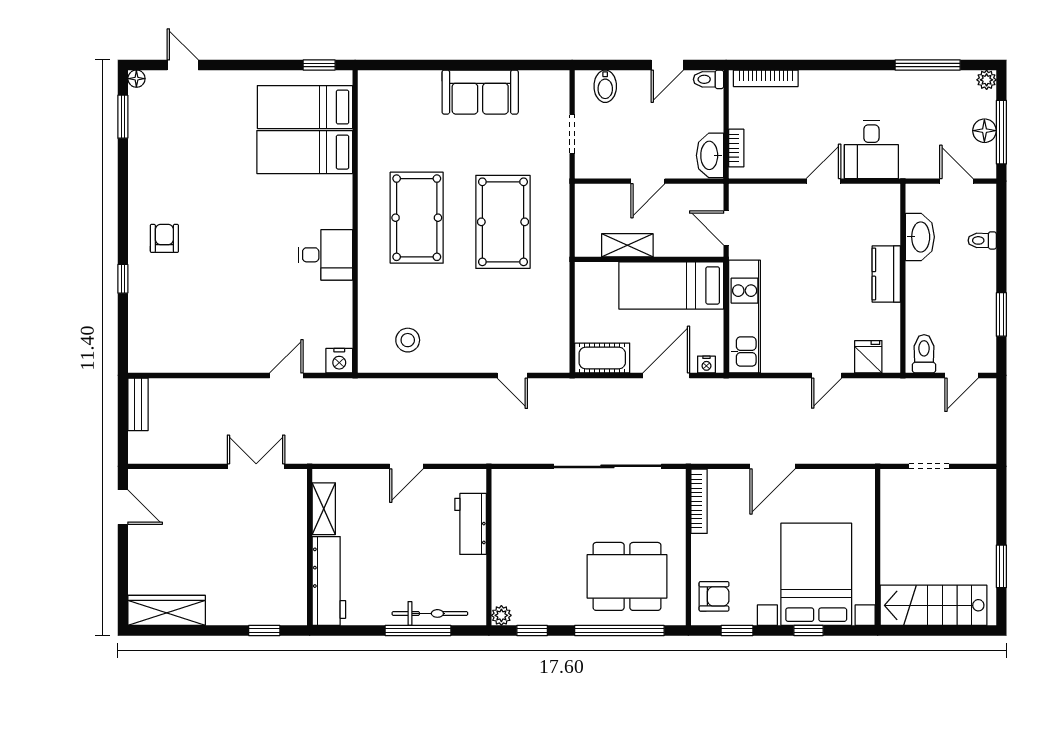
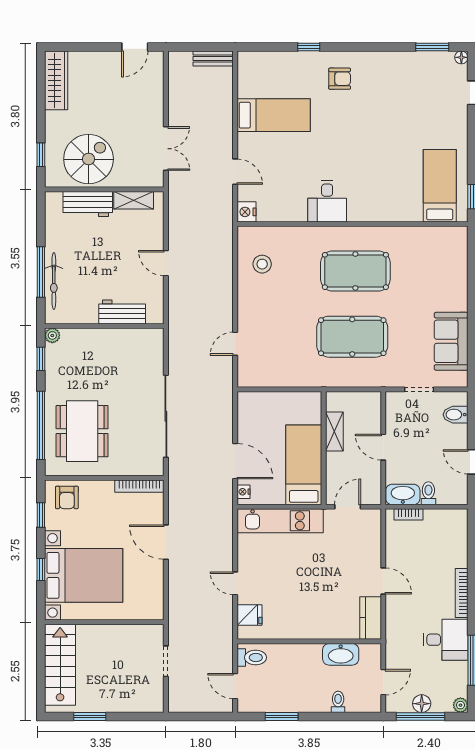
bookcase: (766, 78) -> (462, 593), moved
toilet: (708, 79) -> (428, 493), moved
sofa: (480, 92) -> (451, 341), moved
desk: (871, 149) -> (446, 640), moved, turned 180
bed: (305, 152) -> (274, 115), moved, turned 90
kitchen counter: (886, 274) -> (371, 618), moved, turned -90
cot: (602, 358) -> (248, 412), removed
spiral stairs: (270, 568) -> (89, 159), added
workbench: (329, 581) -> (88, 204), width x0.73

